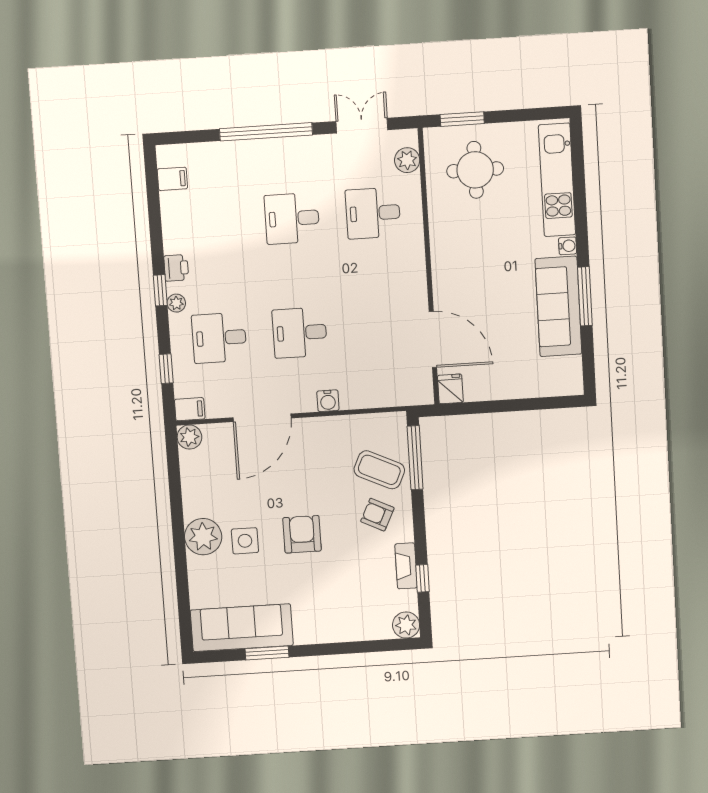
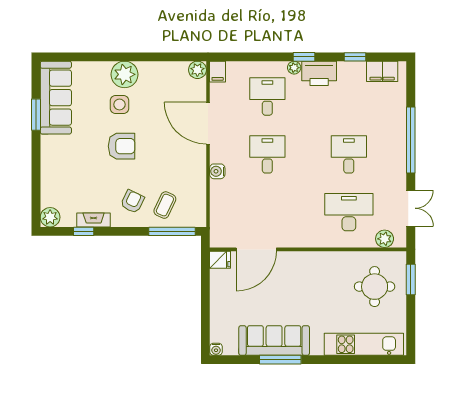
filing cabinet: (172, 179) -> (382, 71), width x2.00
desk: (373, 213) -> (349, 212), width x1.37
water cooler: (568, 246) -> (216, 349), moved
printer: (176, 268) -> (319, 73), width x1.87, depth x1.48
window: (166, 369) -> (355, 57), moved
coffee table: (379, 470) -> (165, 205), width x0.73, depth x0.77

